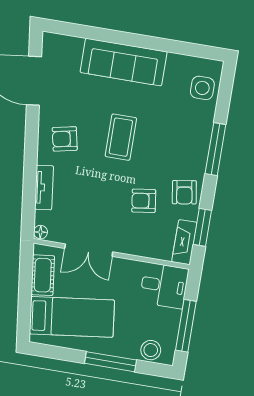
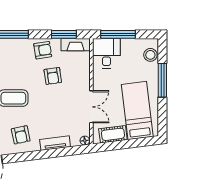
window: (186, 326) -> (118, 34), moved

